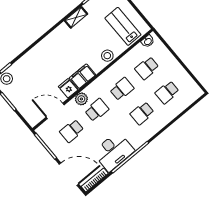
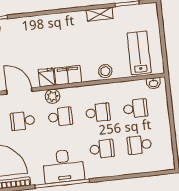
school desk: (147, 68) -> (135, 108), turned 180
school desk: (142, 113) -> (102, 149), turned 180
desk: (114, 152) -> (63, 166), moved

